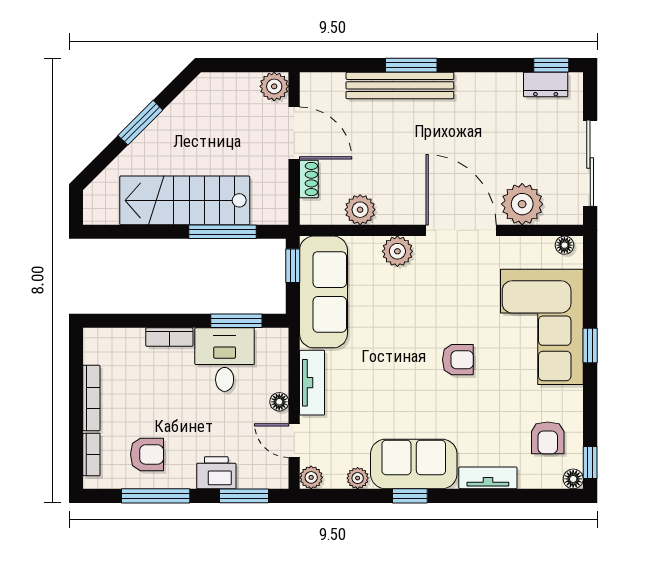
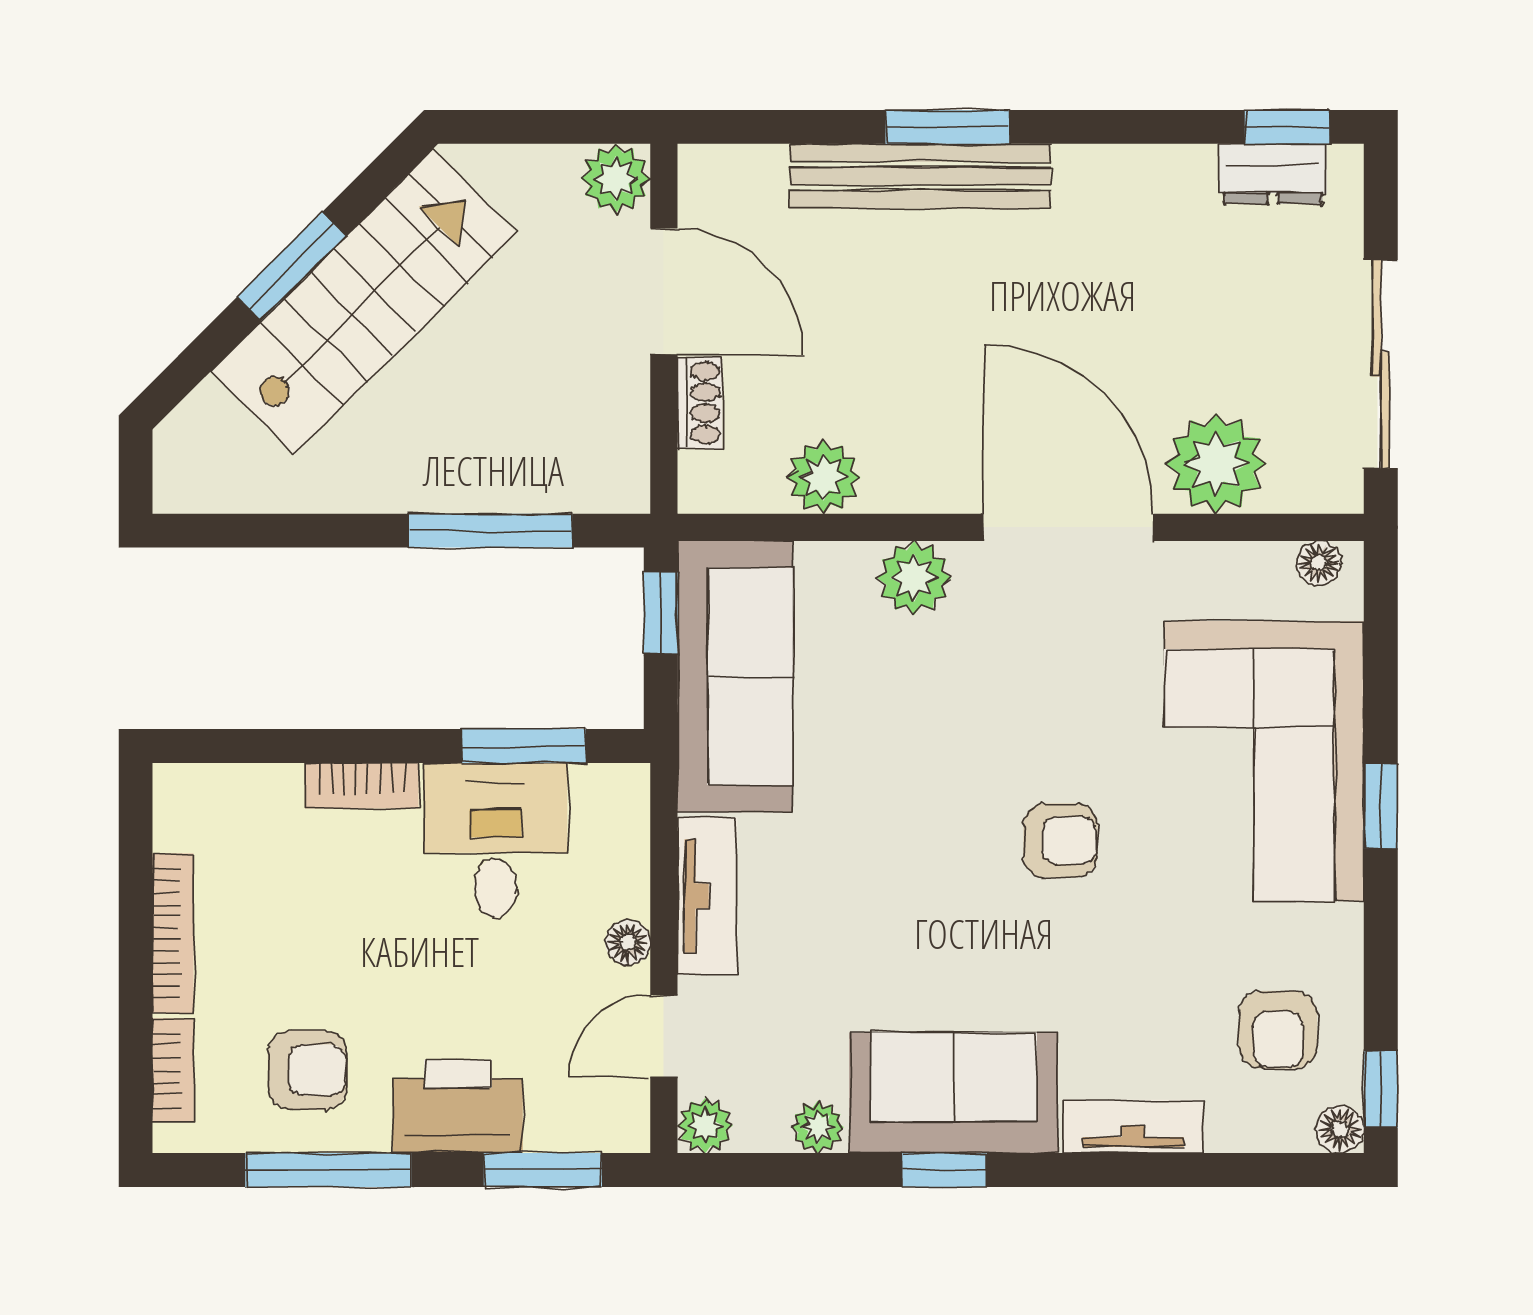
stairs: (185, 200) -> (363, 302), moved, turned 135
door: (294, 441) -> (664, 1036), hinge flipped
printer: (216, 473) -> (458, 1107), width x1.37, depth x1.19

